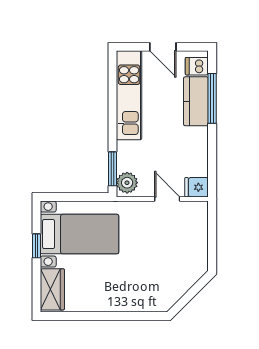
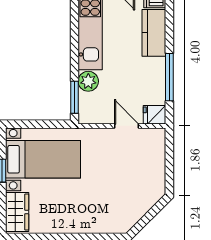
window: (212, 98) -> (169, 77), moved
plant: (127, 183) -> (88, 81), moved

